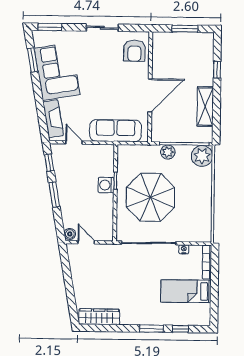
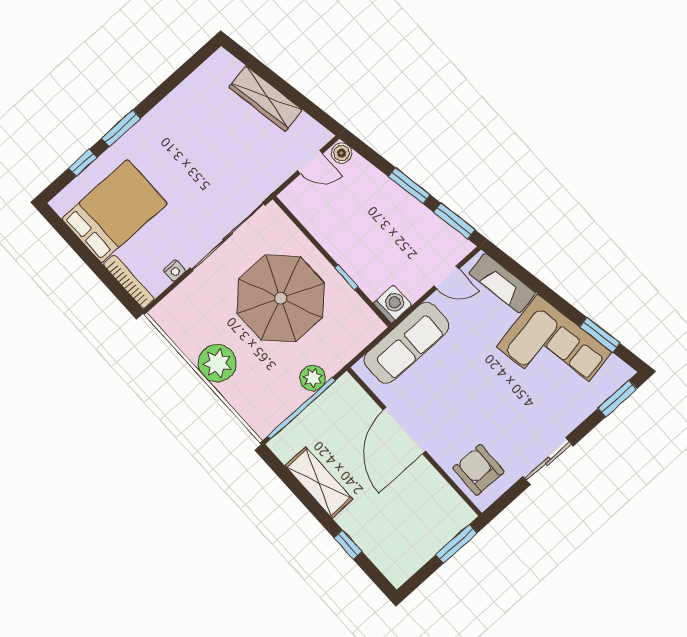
window: (185, 29) -> (457, 544), moved
plant: (202, 156) -> (217, 363), moved
window: (49, 163) -> (454, 221), width x1.50
washing machine: (106, 185) -> (393, 304), moved
bed: (186, 291) -> (114, 211), width x1.50
wardrobe: (99, 317) -> (266, 99), moved, turned 80

